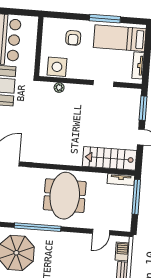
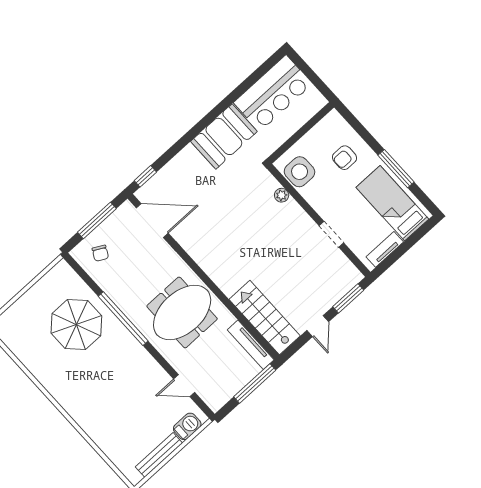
tv unit: (121, 179) -> (251, 345), width x1.41

